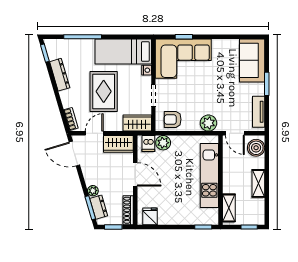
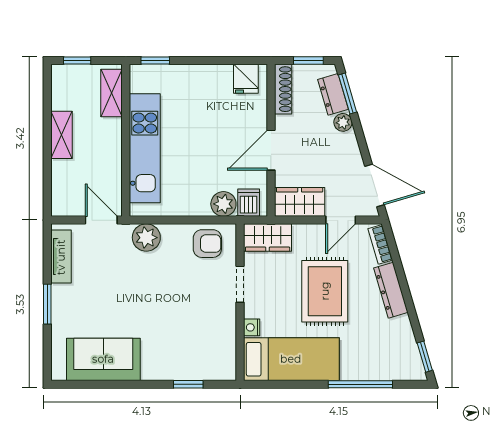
corner sofa: (183, 59) -> (189, 347), removed
sofa: (252, 60) -> (103, 359), moved, turned -90
dresser: (60, 75) -> (391, 290), moved
boiler: (256, 148) -> (65, 195), removed
door: (135, 174) -> (271, 150), hinge flipped

